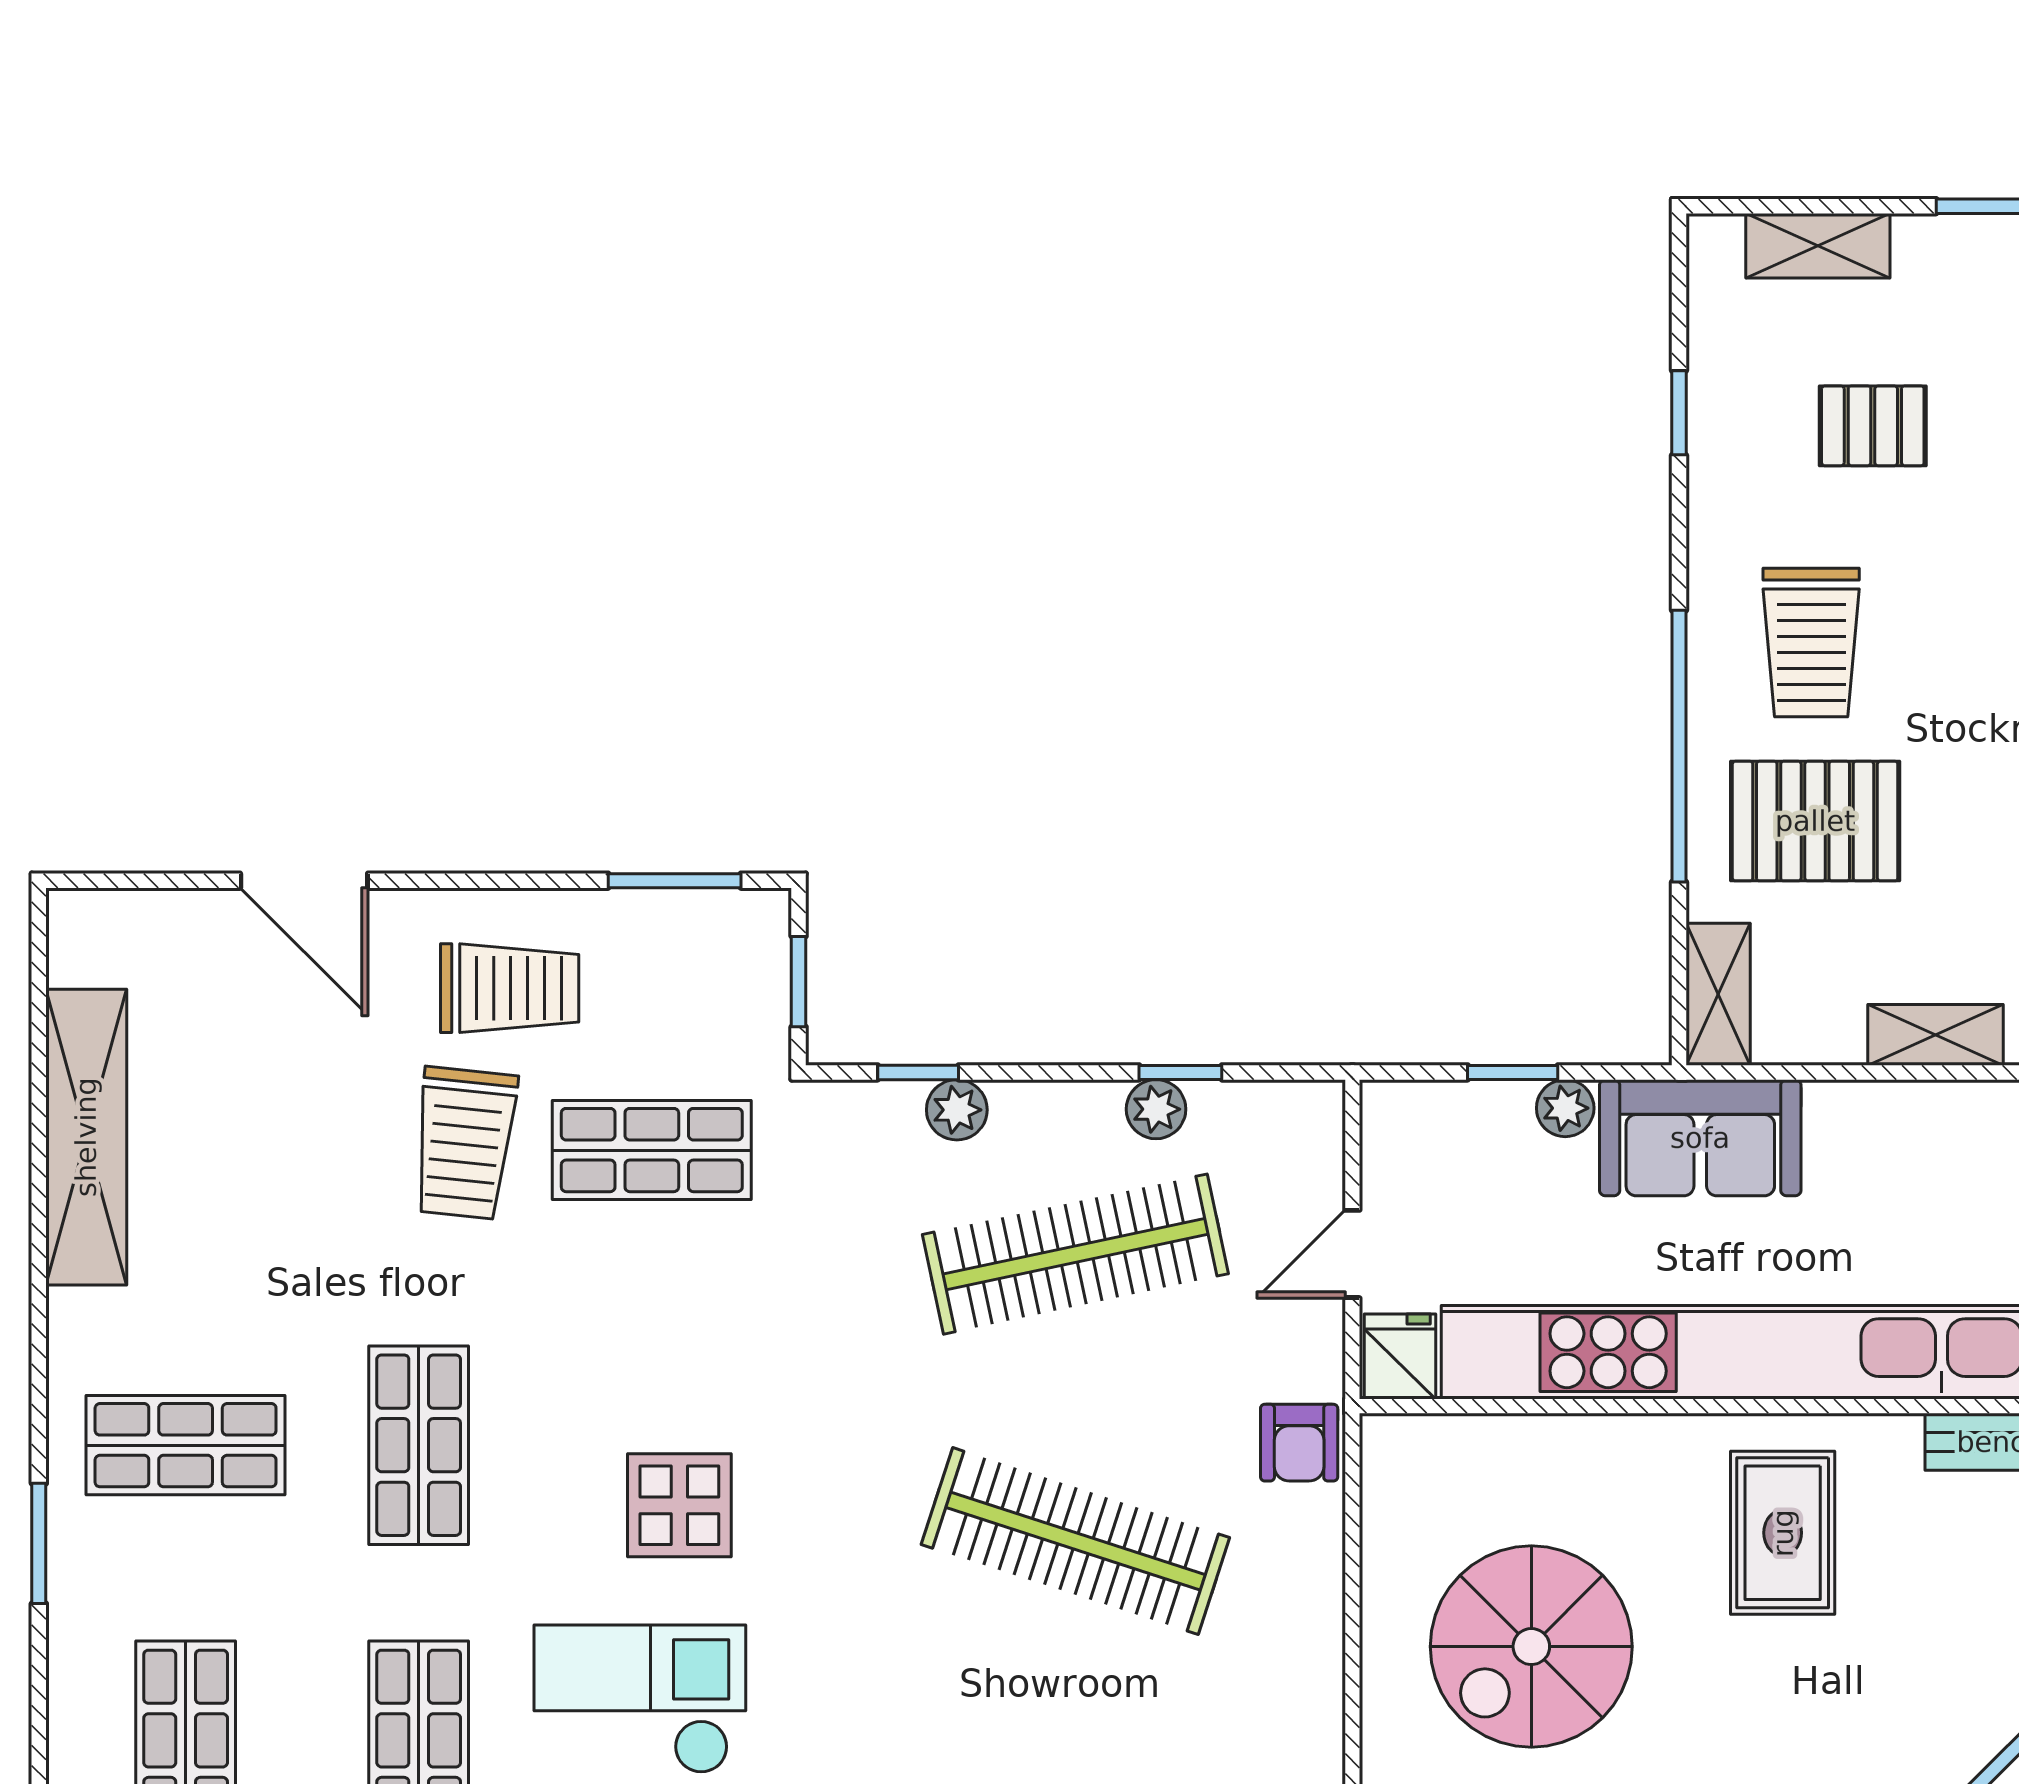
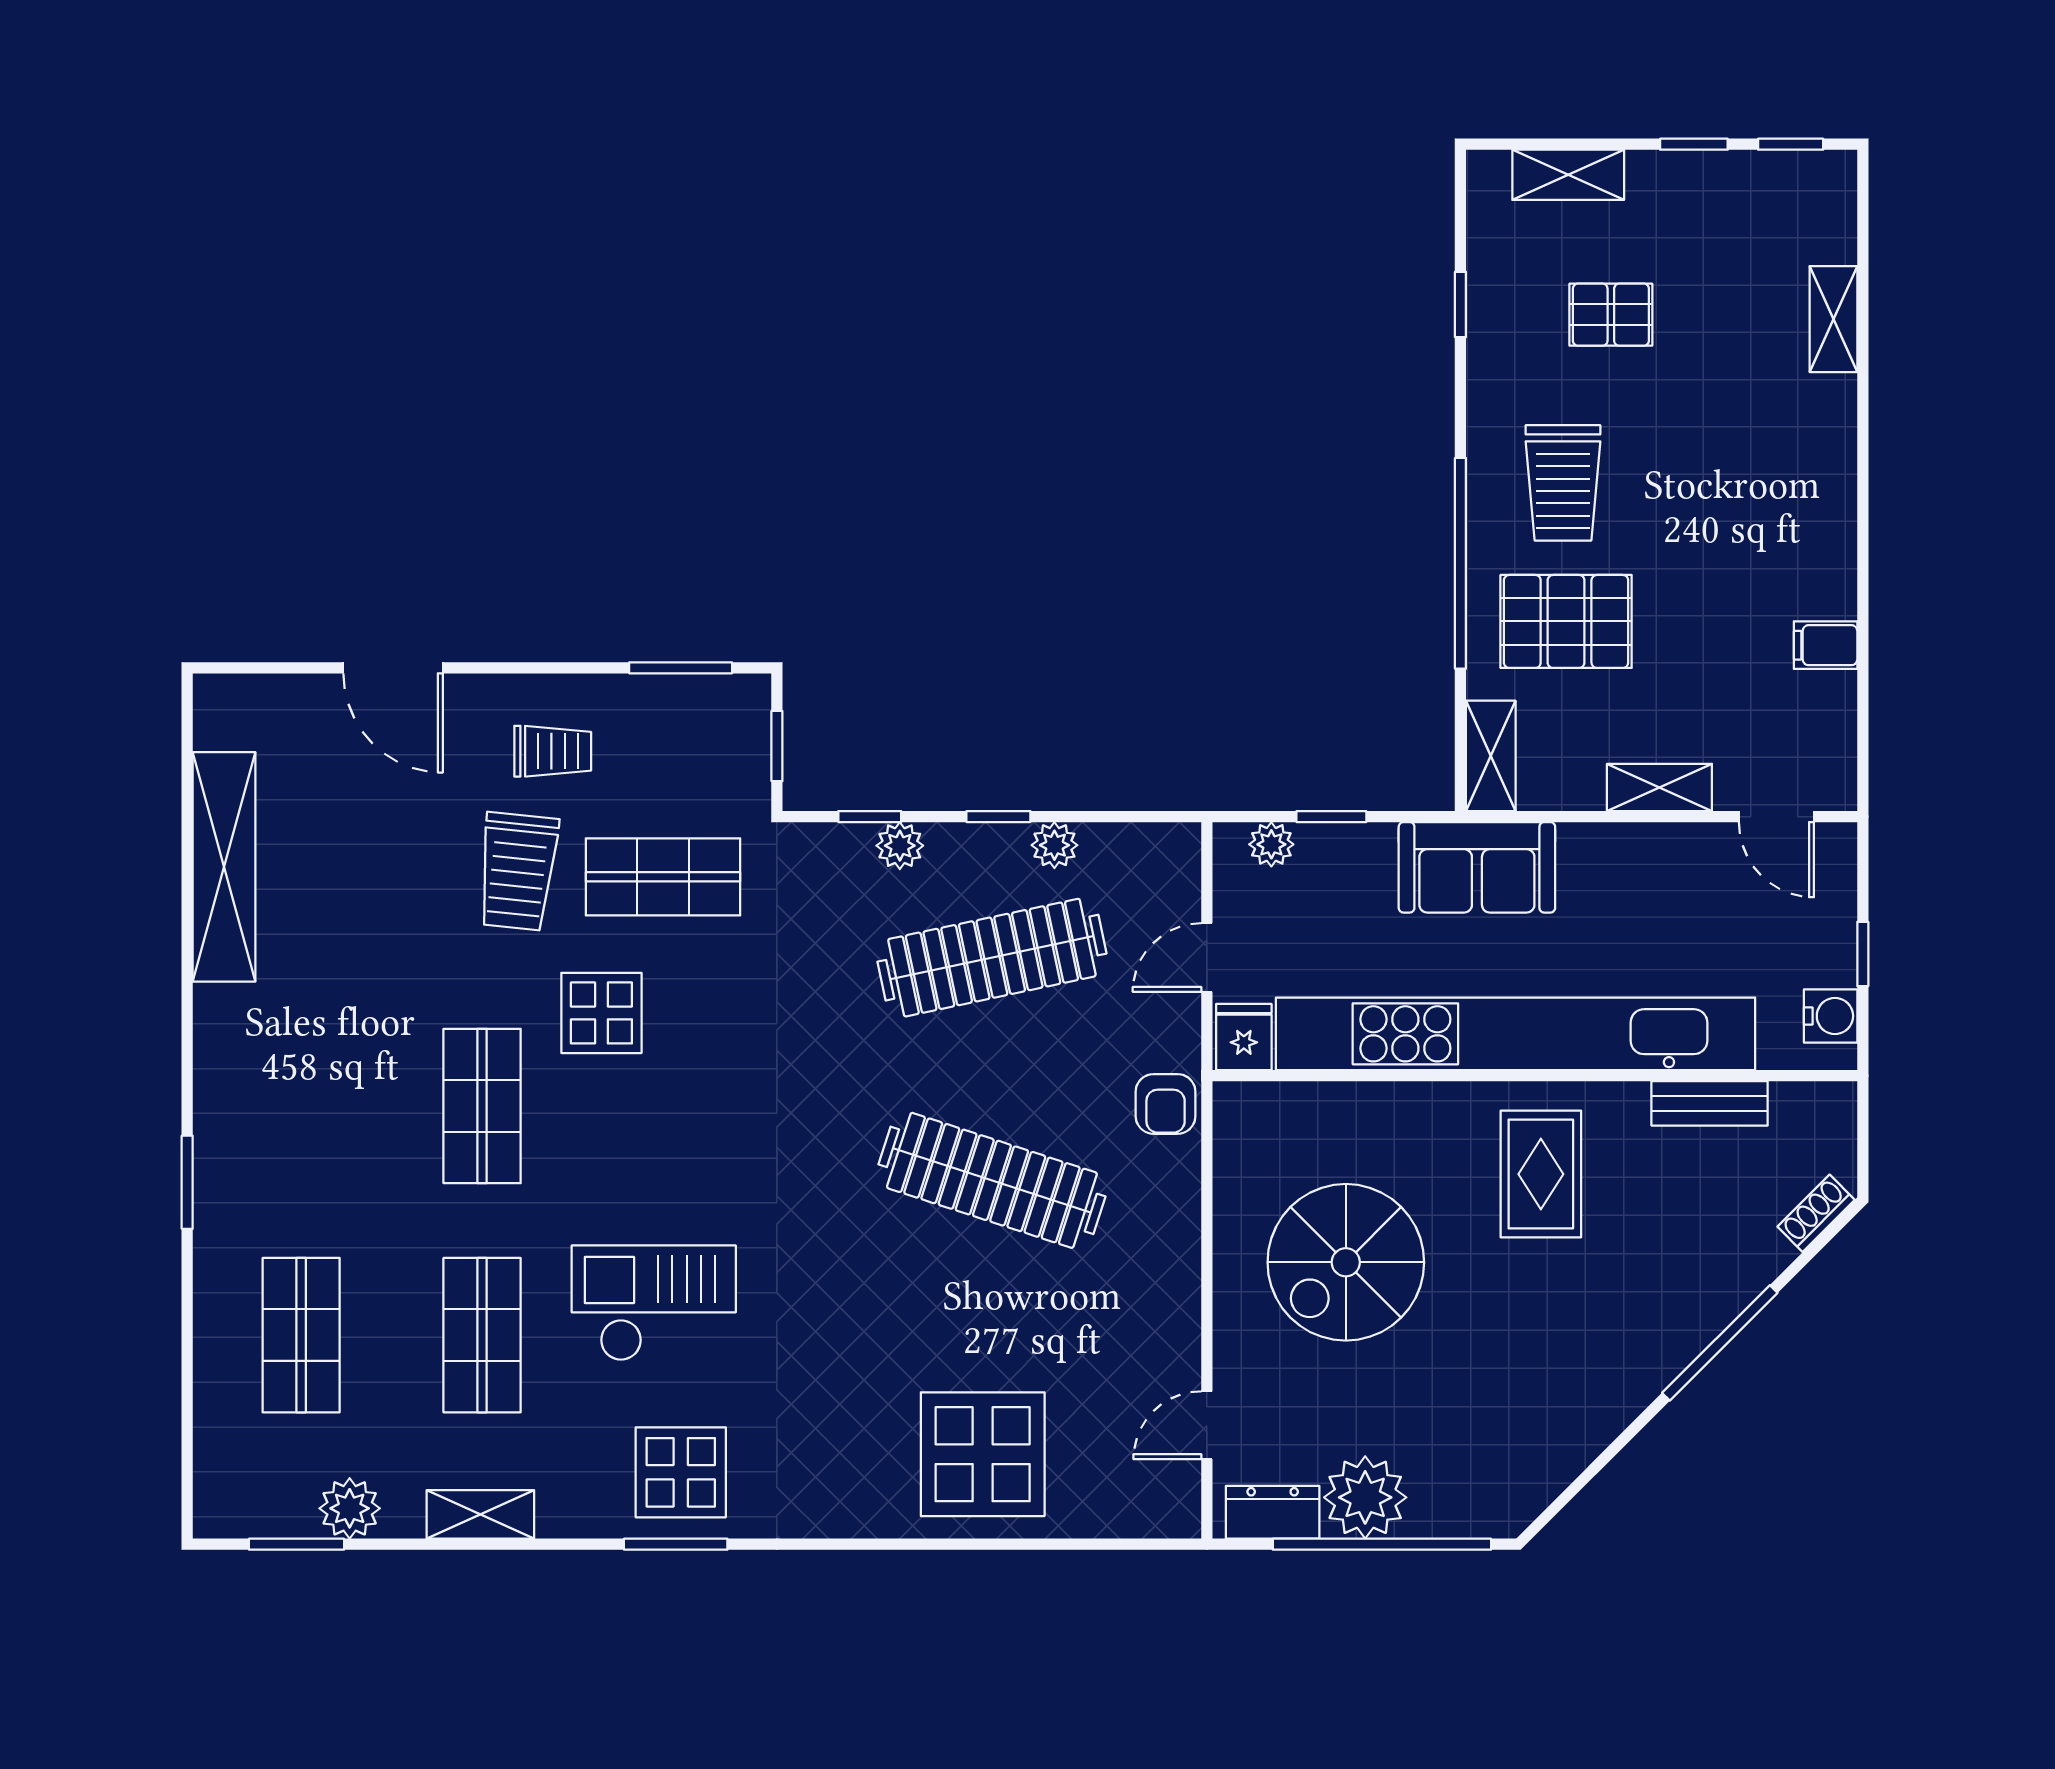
trolley: (510, 988) -> (553, 751), width x0.73, depth x0.72
window: (1180, 1072) -> (998, 817), moved
plant: (1565, 1108) -> (1271, 844), moved
shop shelf: (186, 1445) -> (301, 1106), removed
display table: (679, 1505) -> (601, 1013), moved

